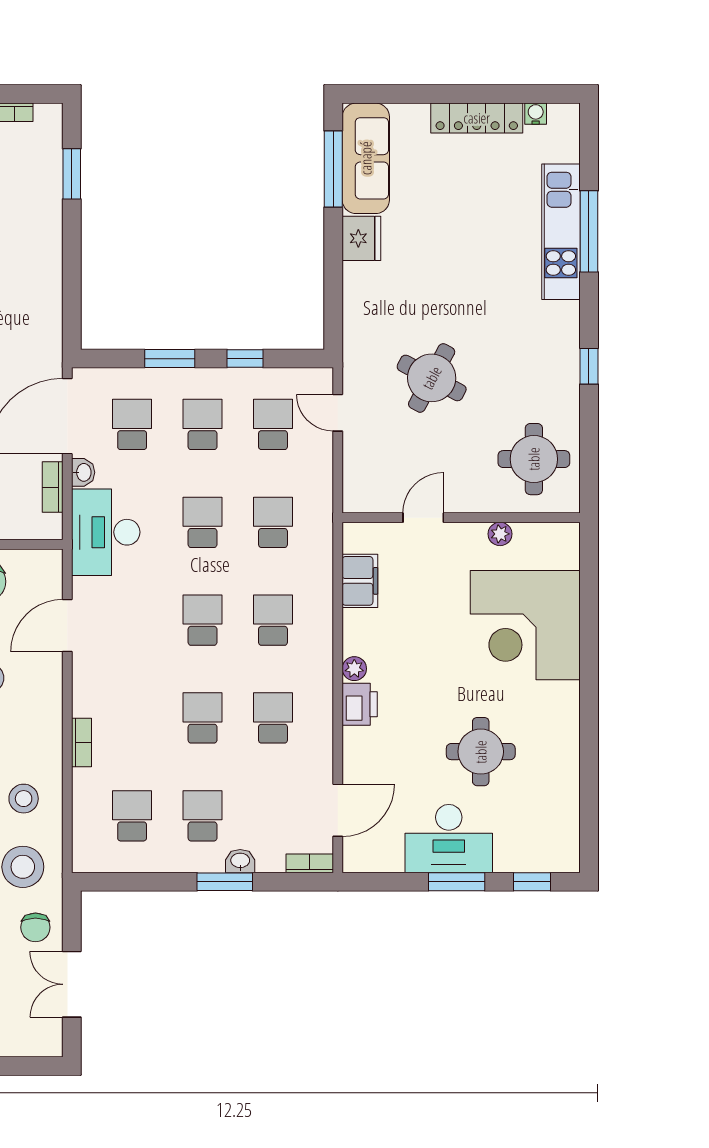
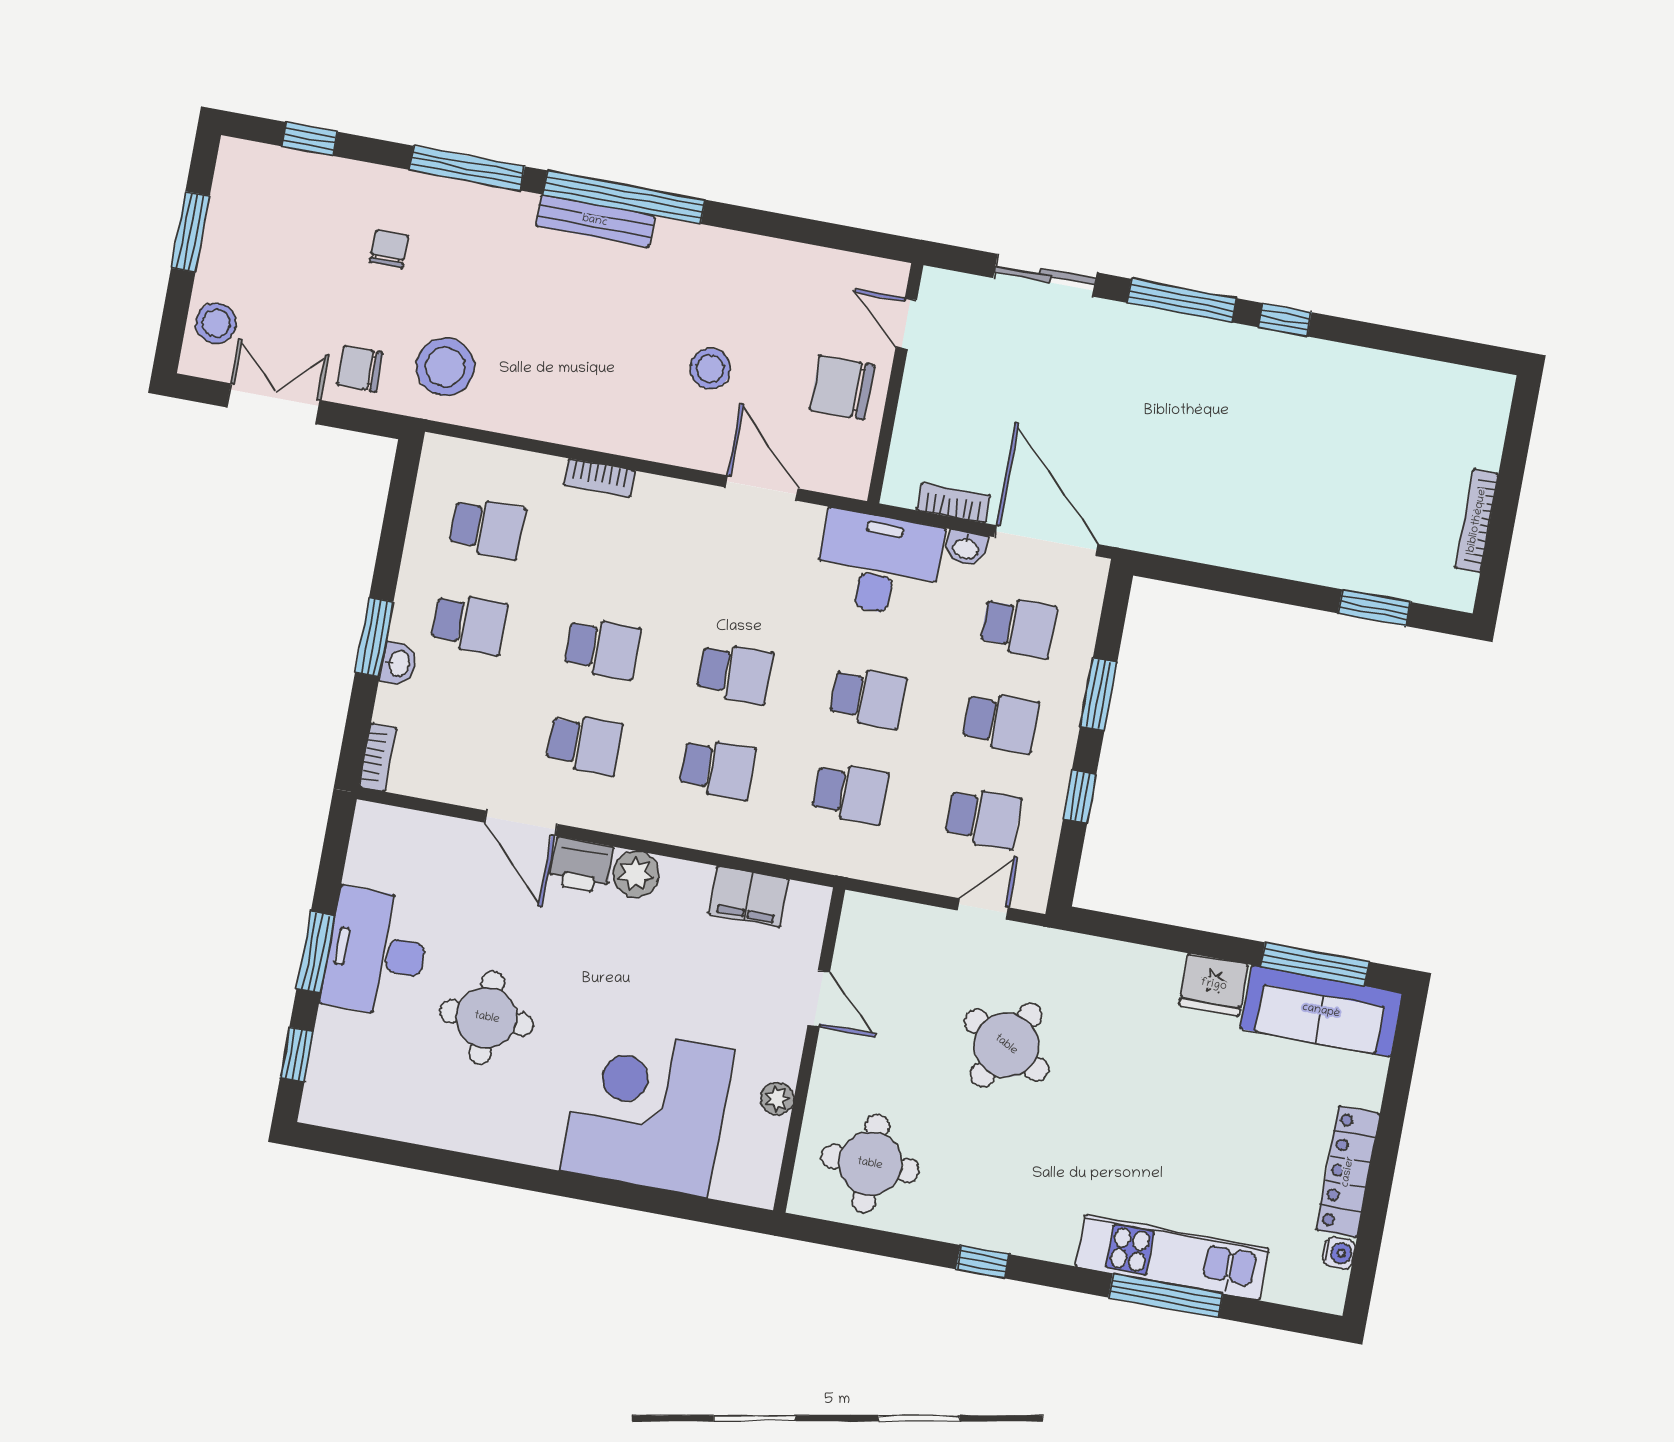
plant: (354, 669) -> (636, 874), width x1.38, depth x1.38
stool: (24, 799) -> (216, 323), moved
door: (338, 810) -> (521, 823), moved

